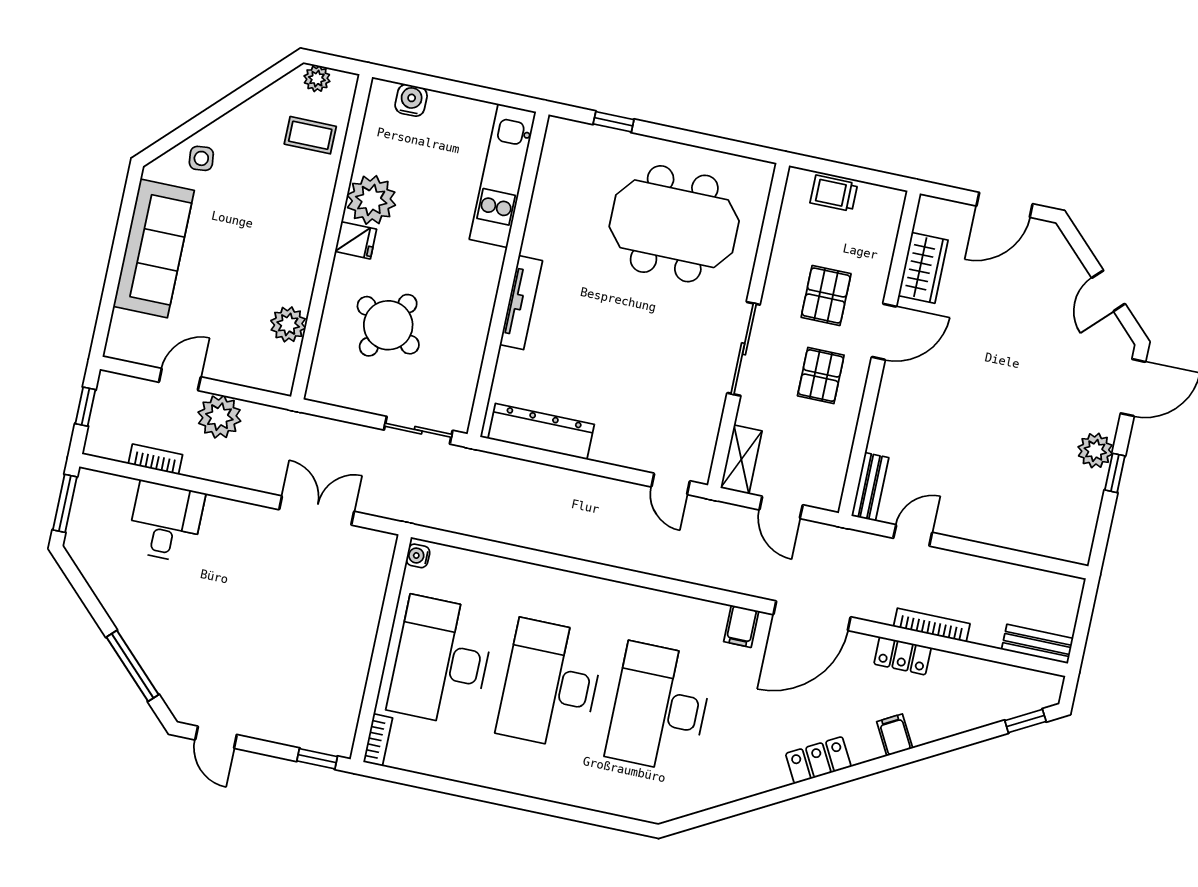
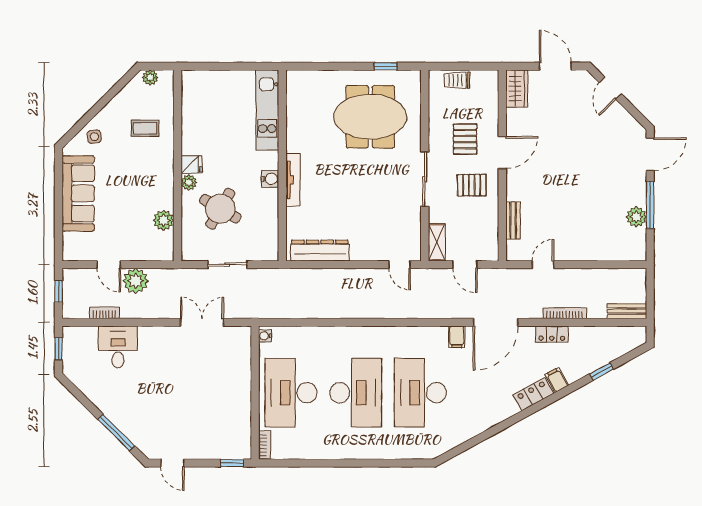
water cooler: (411, 100) -> (270, 179), moved, turned 90
window: (614, 122) -> (386, 66), moved
coffee table: (310, 135) -> (145, 128), moved
plant: (371, 200) -> (189, 182), moved, width x0.53, depth x0.53
door: (1005, 205) -> (555, 66), swing flipped
wardrobe: (923, 268) -> (517, 89), moved
door: (1108, 291) -> (610, 88), moved
pallet: (821, 376) -> (472, 185), turned 90
door: (180, 380) -> (109, 265), swing flipped
sliding door: (418, 430) -> (227, 265), moved
plant: (1095, 450) -> (636, 217), moved
window: (1115, 473) -> (650, 205), width x2.17
bench: (870, 487) -> (513, 221), moved
window: (65, 503) -> (58, 349), width x0.67
desk: (551, 684) -> (356, 393), turned 180
window: (1025, 721) -> (601, 372), moved
locker: (818, 760) -> (533, 394), moved

